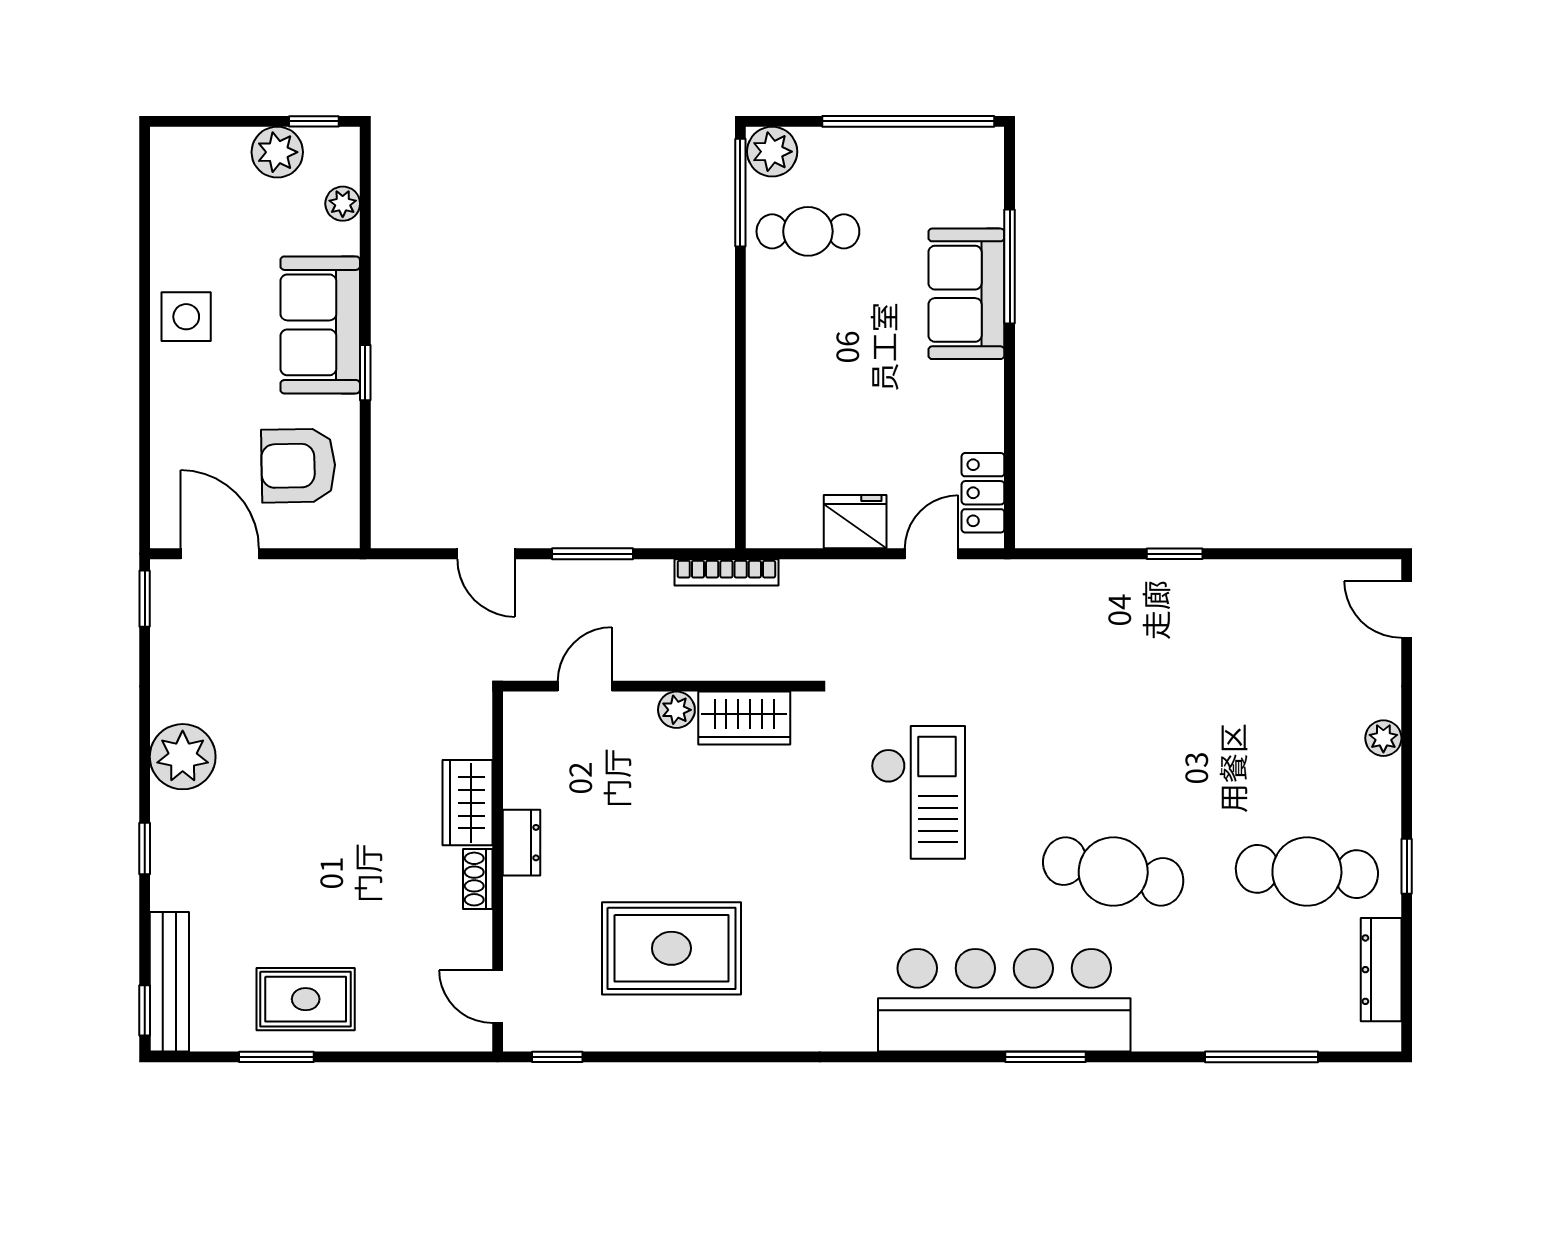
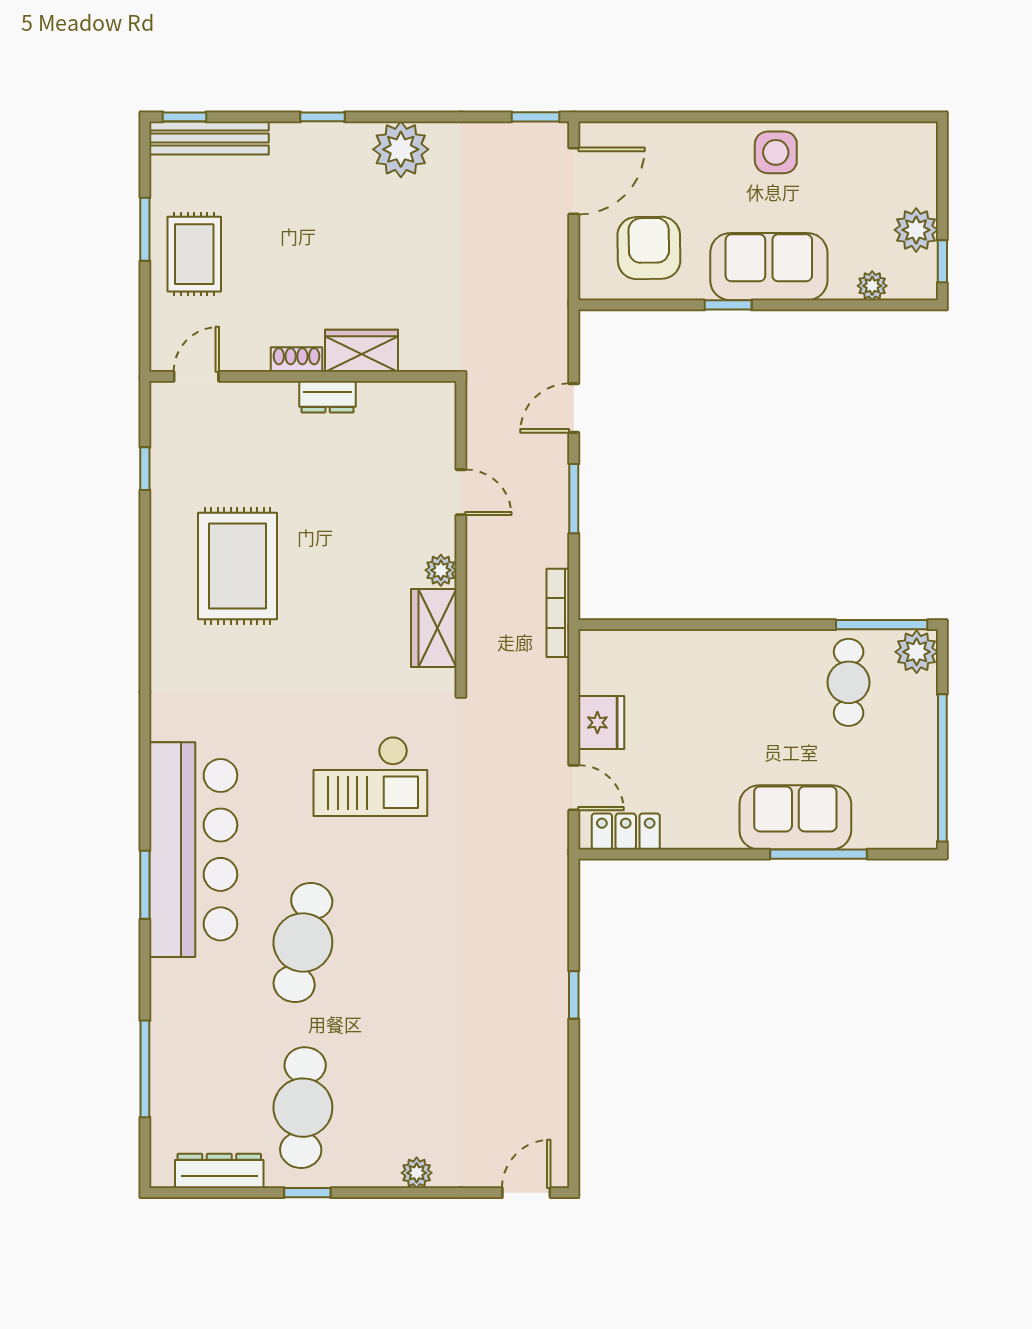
wardrobe: (468, 803) -> (362, 351), moved
dresser: (521, 843) -> (328, 397), moved
wall: (498, 872) -> (303, 376), moved
shoe rack: (478, 879) -> (297, 359), moved
door: (498, 997) -> (196, 376), moved

